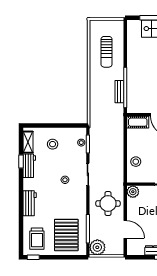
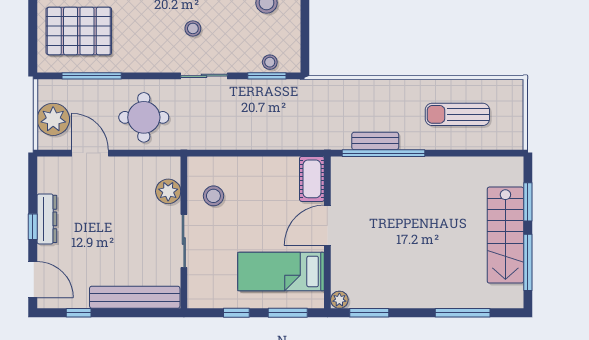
stool: (136, 162) -> (213, 196), moved
plant: (133, 192) -> (168, 191), moved
door: (125, 229) -> (90, 153), swing flipped
plant: (97, 247) -> (53, 119), moved

